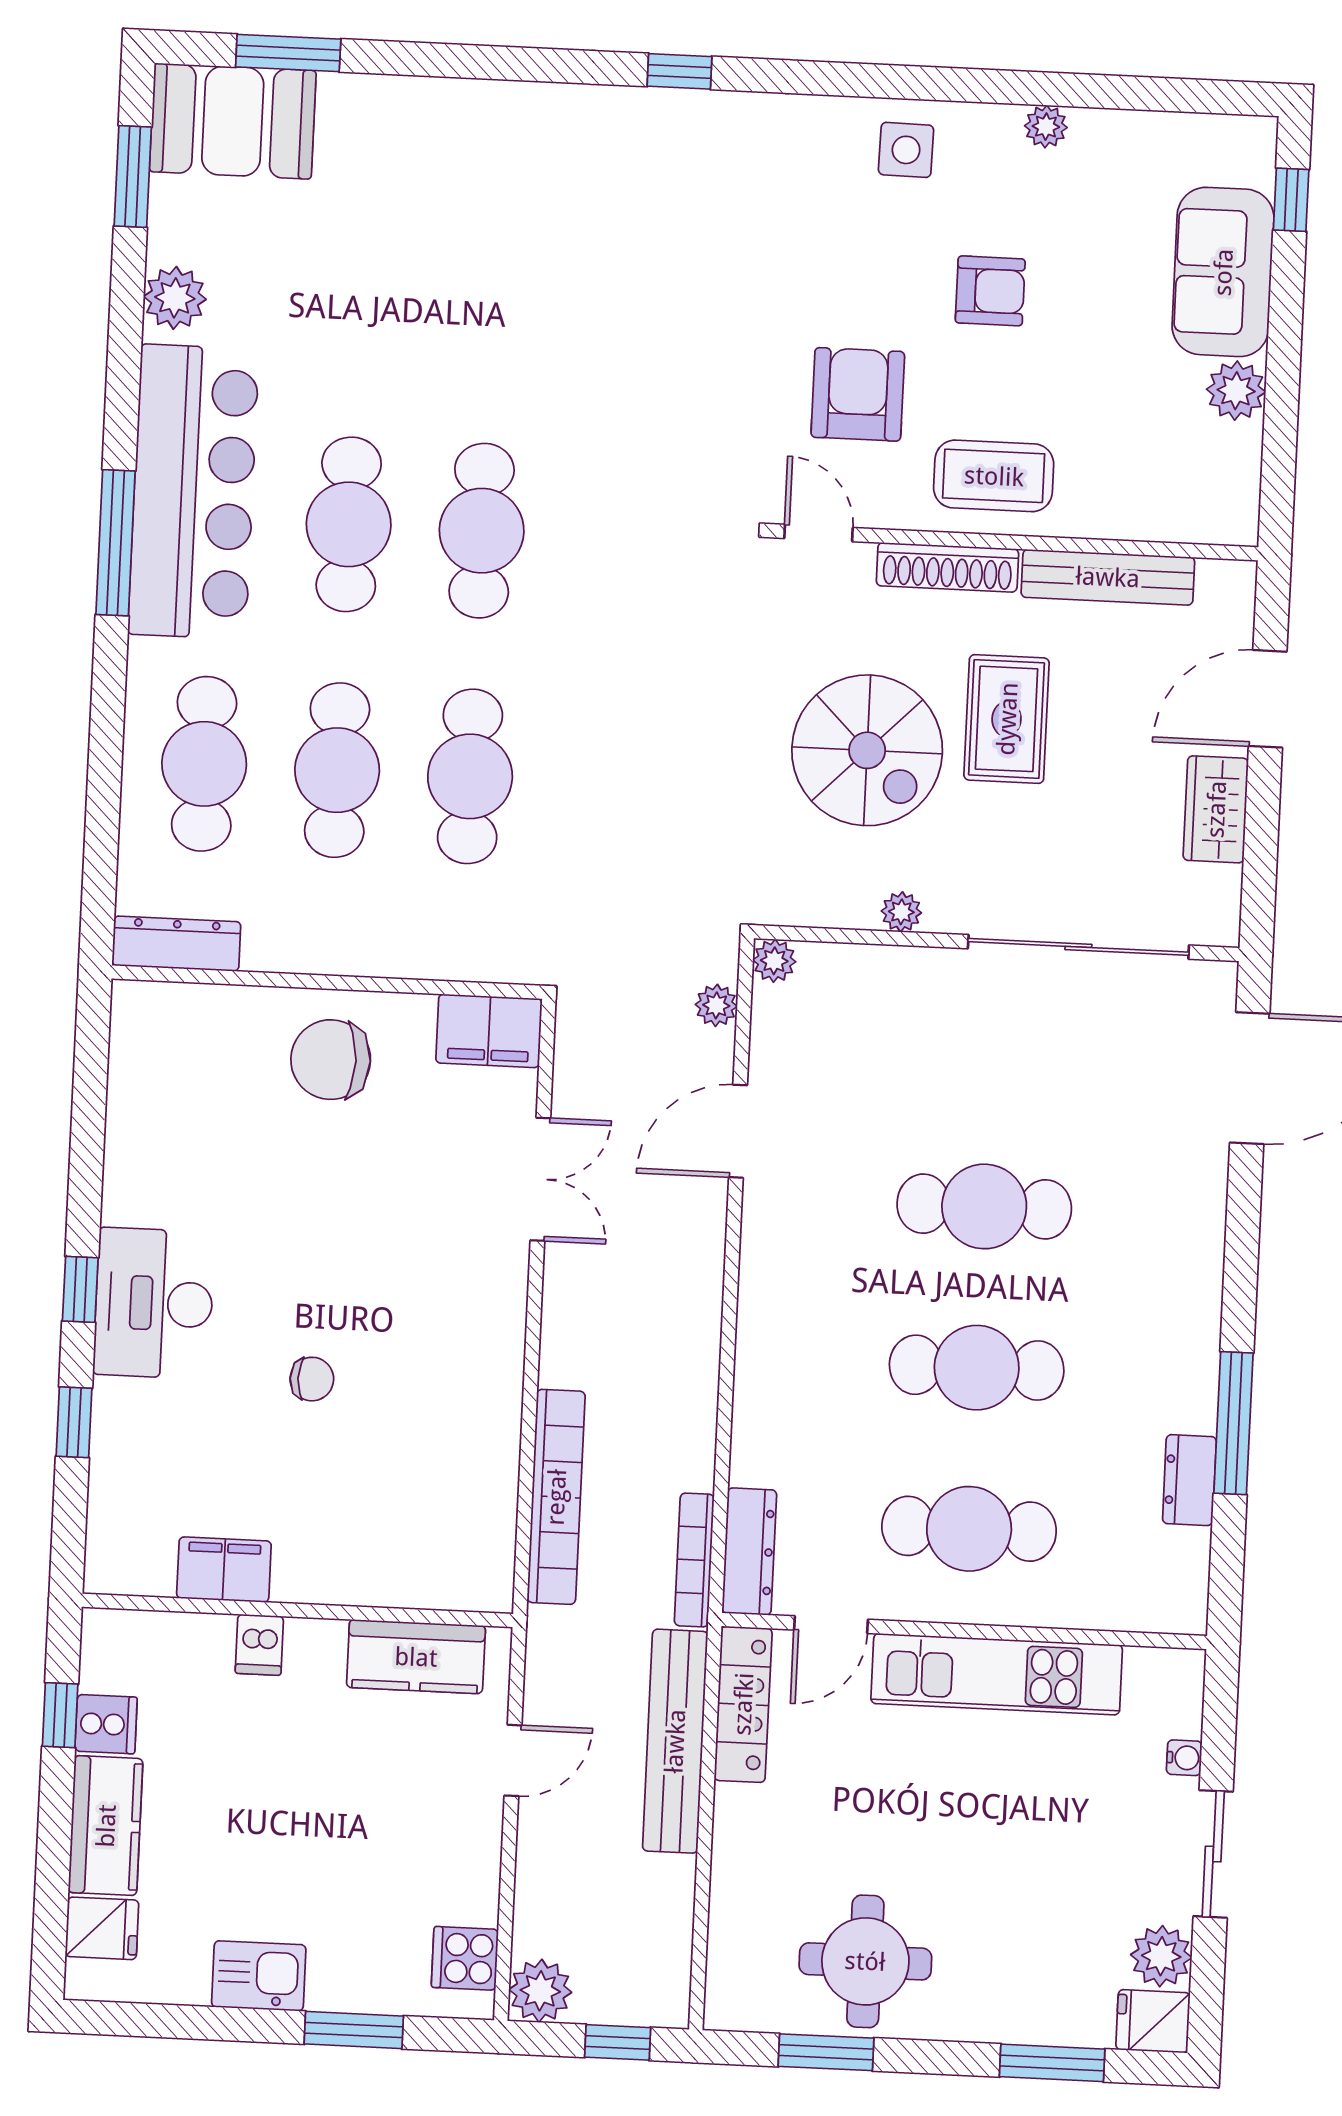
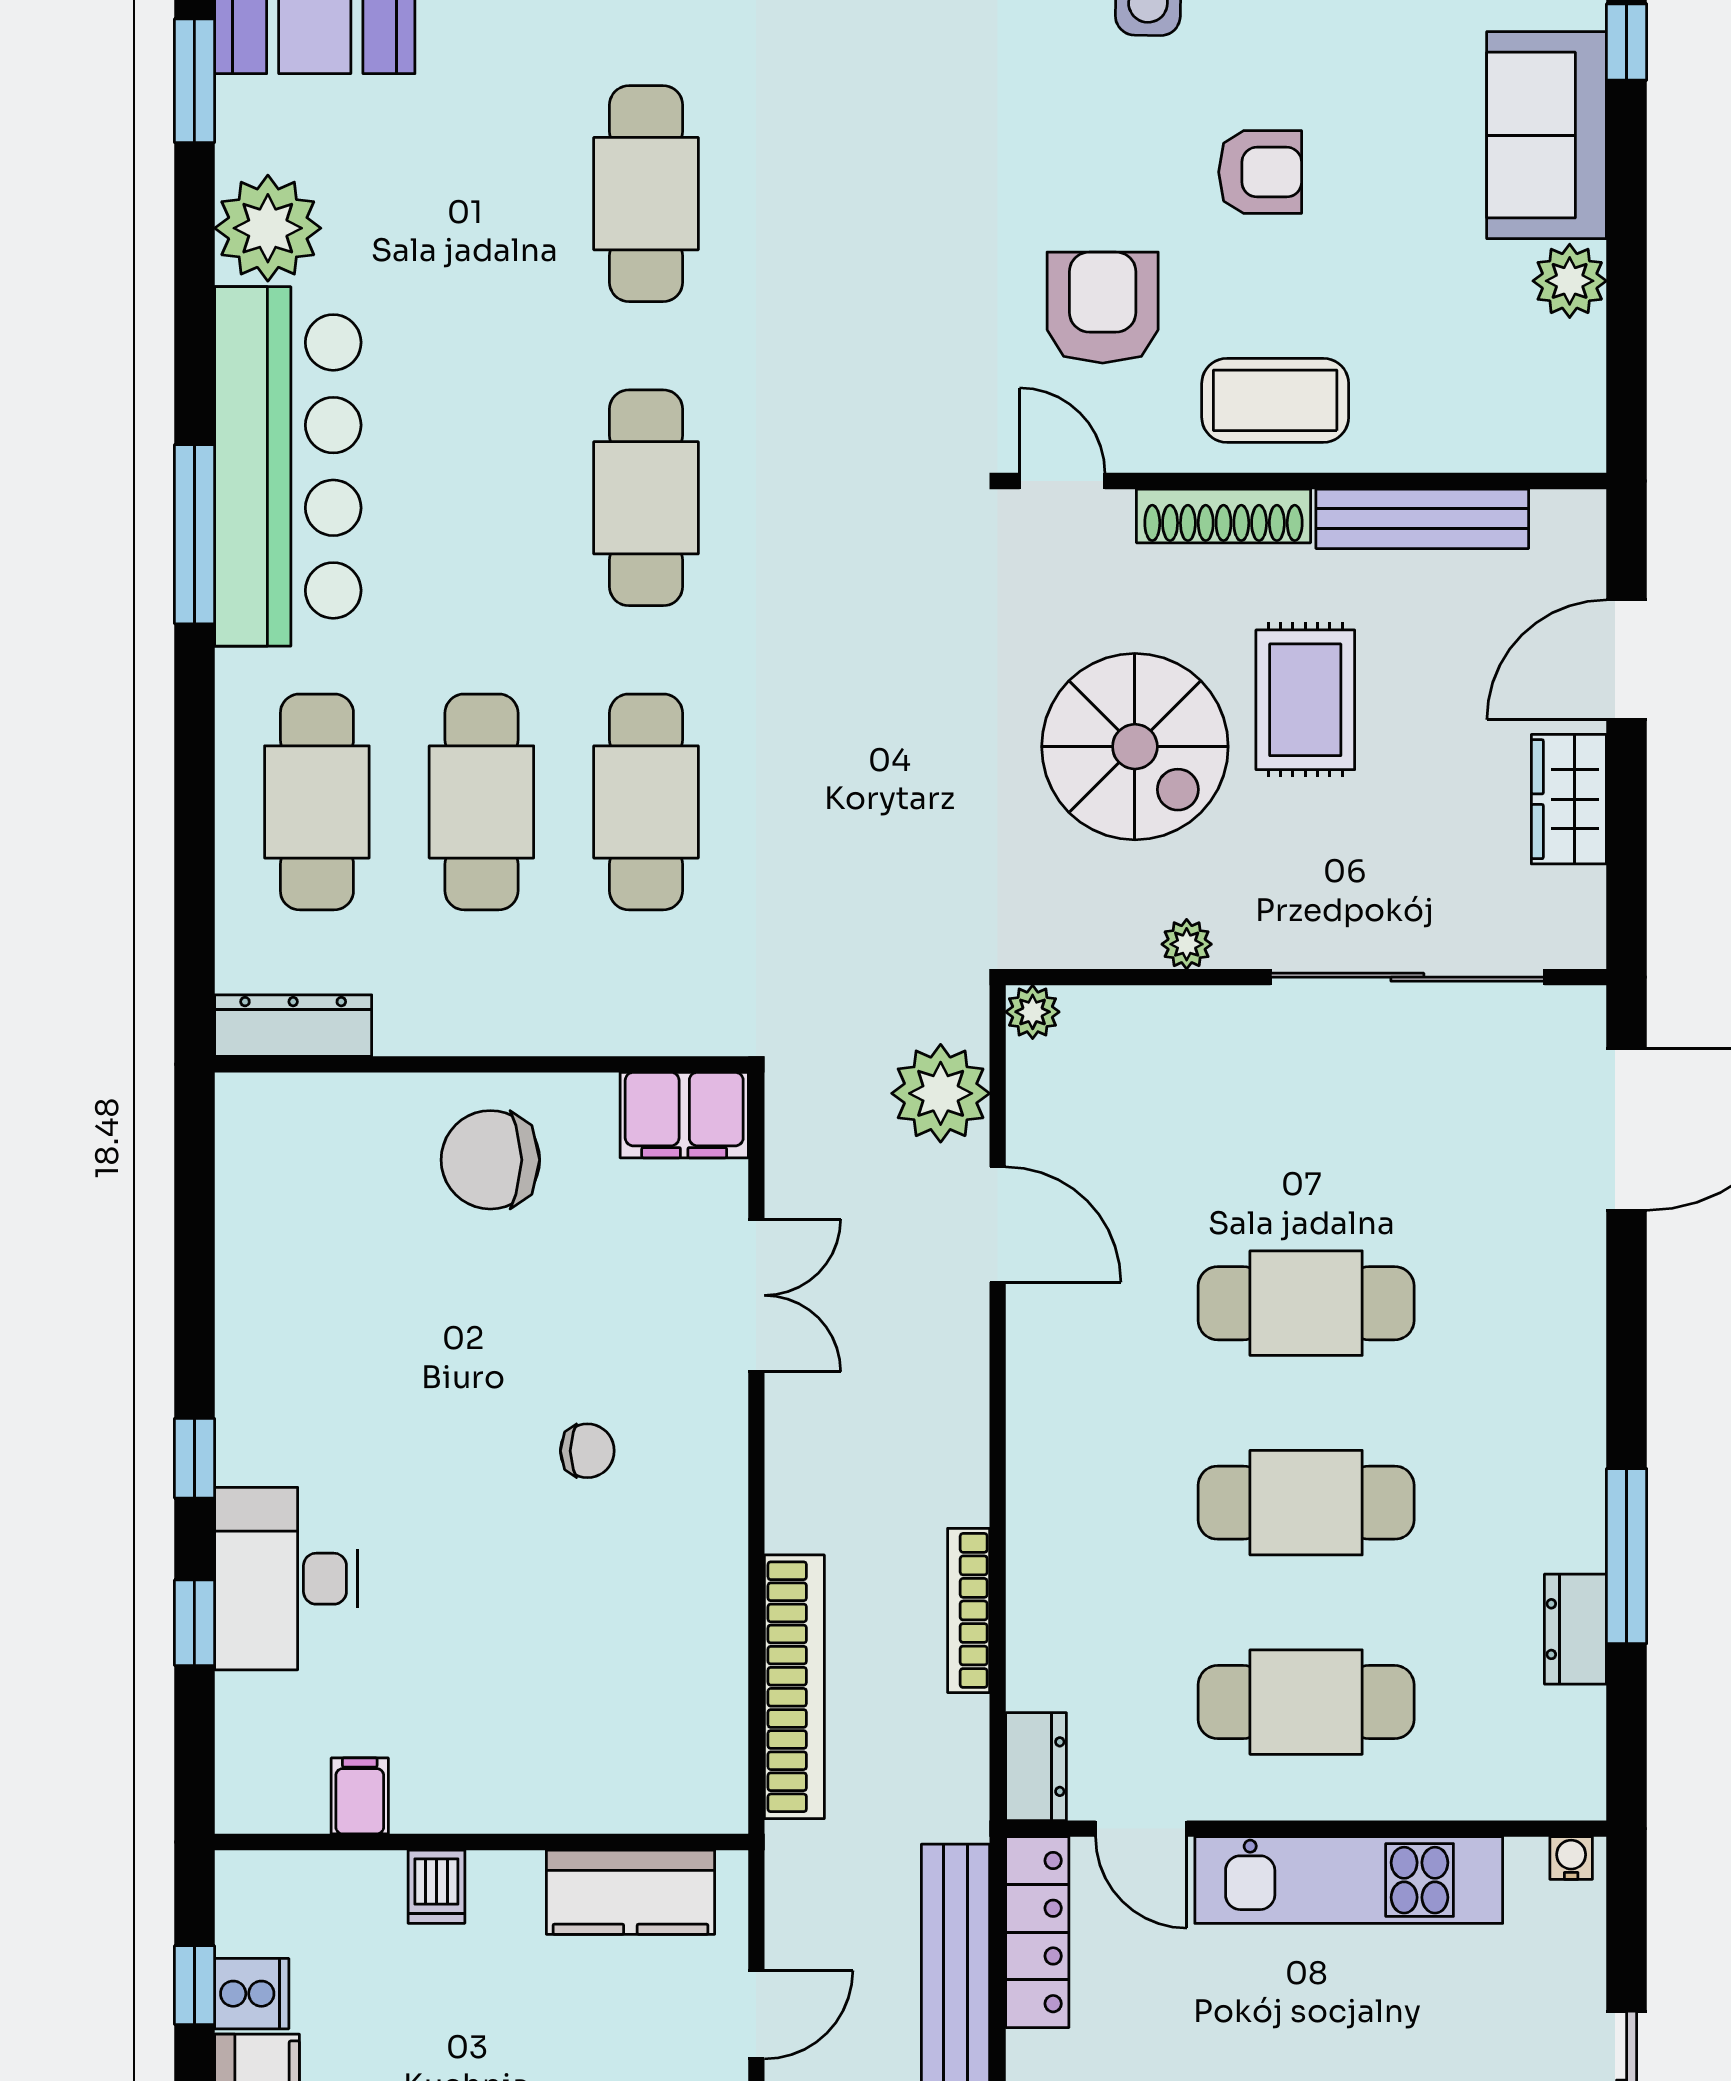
plant: (175, 298) -> (268, 228), width x1.36, depth x1.36
cafe table: (349, 524) -> (646, 194), moved
plant: (716, 1005) -> (941, 1093), width x1.88, depth x1.88
door: (738, 1131) -> (998, 1225), swing flipped
desk: (154, 1303) -> (286, 1579), moved
chair: (312, 1379) -> (587, 1451), moved
dresser: (749, 1552) -> (1036, 1767), width x0.70
bookcase: (694, 1560) -> (969, 1610), moved
filing cabinet: (224, 1570) -> (360, 1796), width x0.50
door: (831, 1625) -> (1141, 1829), hinge flipped
water cooler: (1184, 1758) -> (1571, 1858), moved, turned -90

